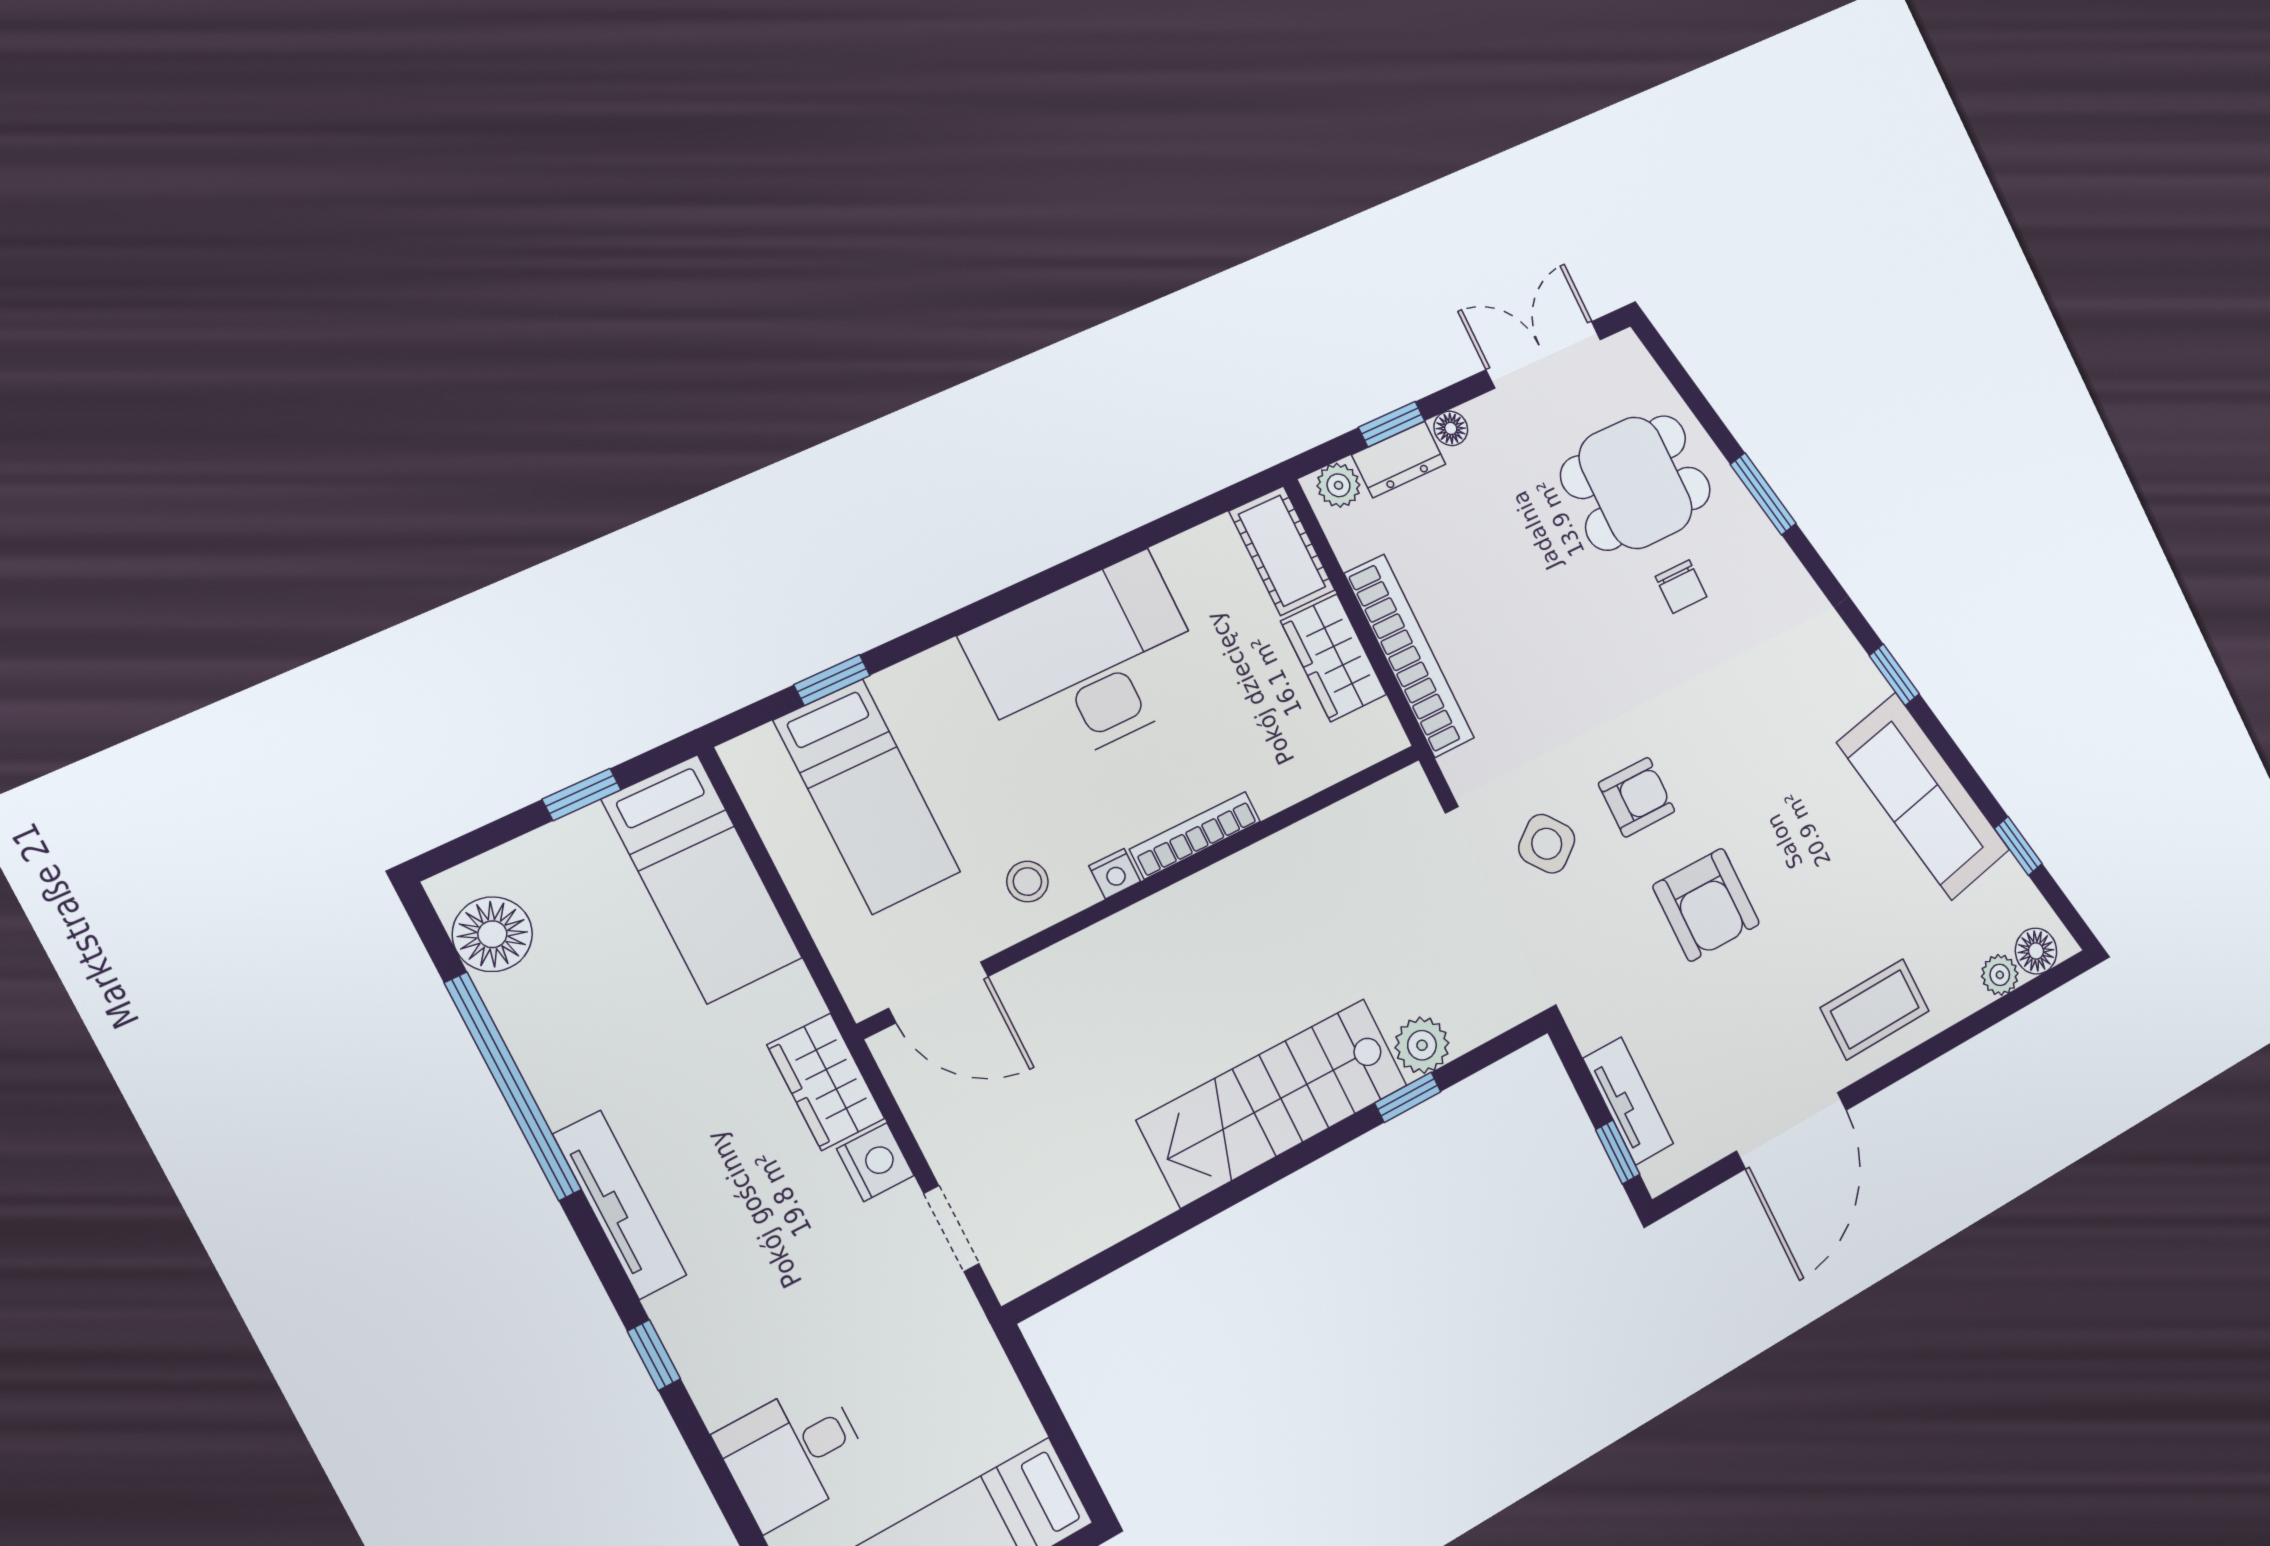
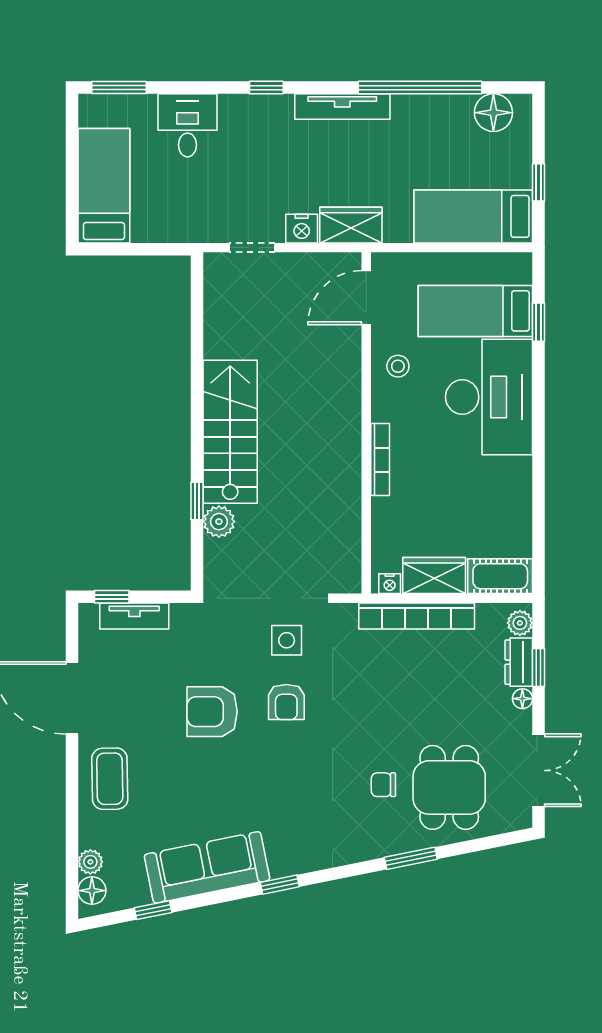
desk: (1089, 663) -> (489, 397), moved
side table: (1547, 844) -> (287, 640), turned 38
nightstand: (1115, 874) -> (390, 584), moved, turned -90

